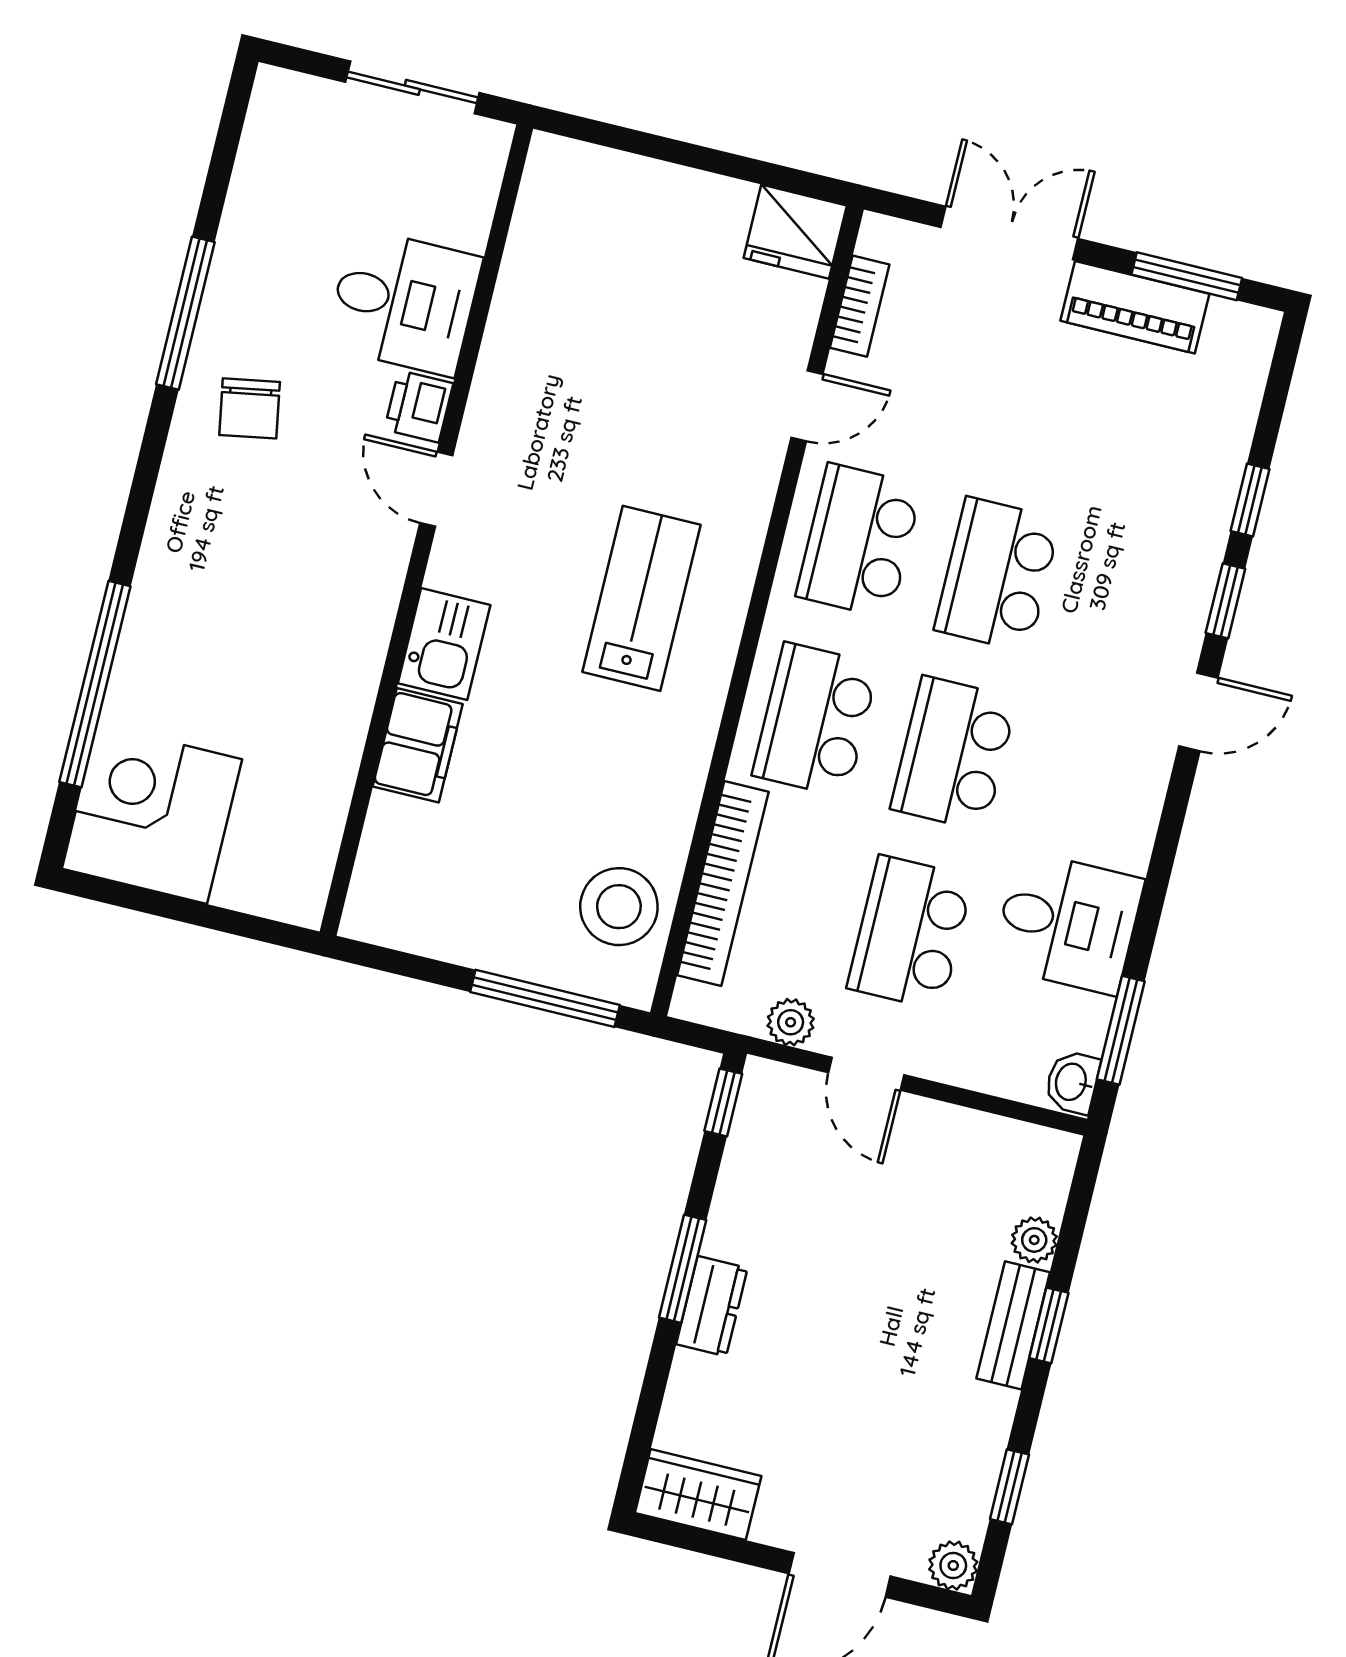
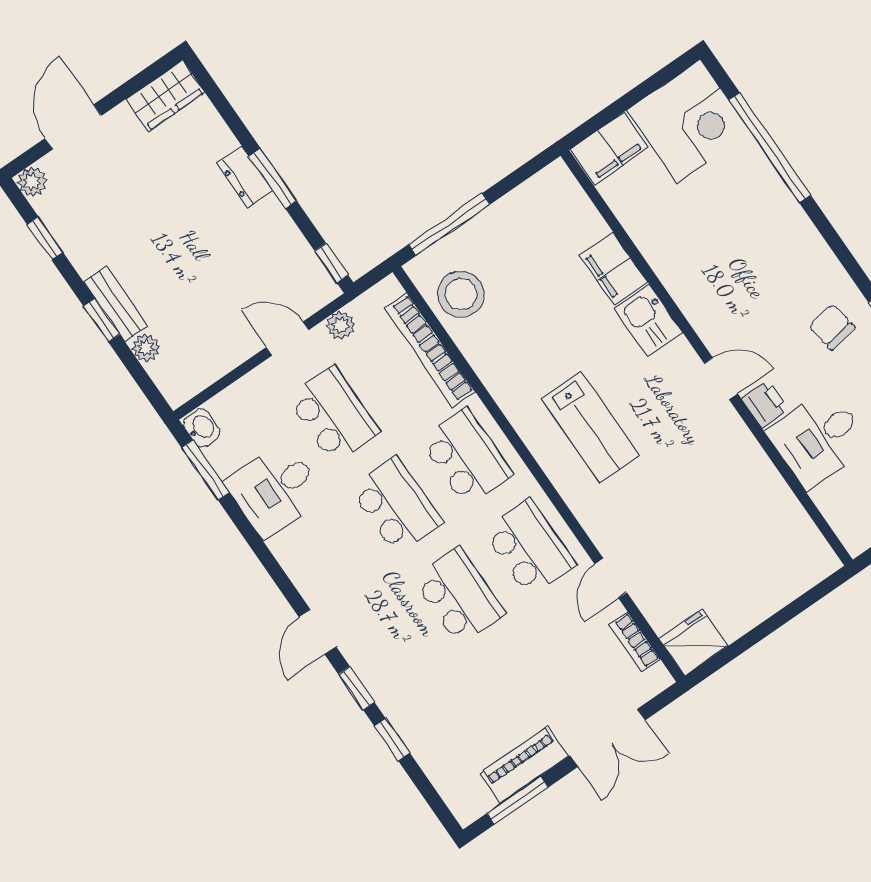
filing cabinet: (273, 883) -> (609, 148), added

